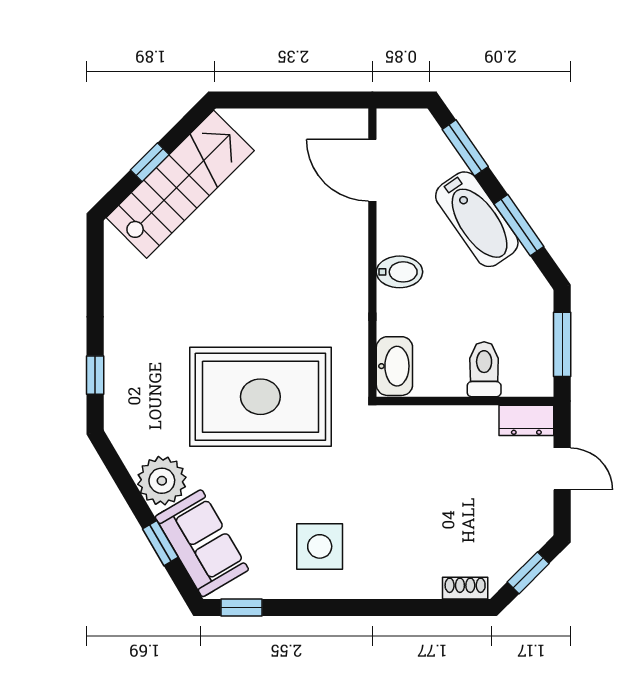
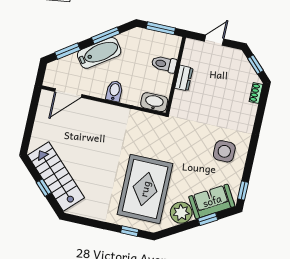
rug: (260, 397) -> (145, 189), moved
dresser: (526, 420) -> (184, 78), moved

